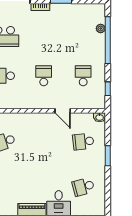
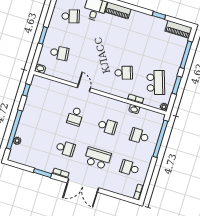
school desk: (83, 76) -> (65, 148), moved, turned -90
door: (63, 111) -> (84, 88), moved

